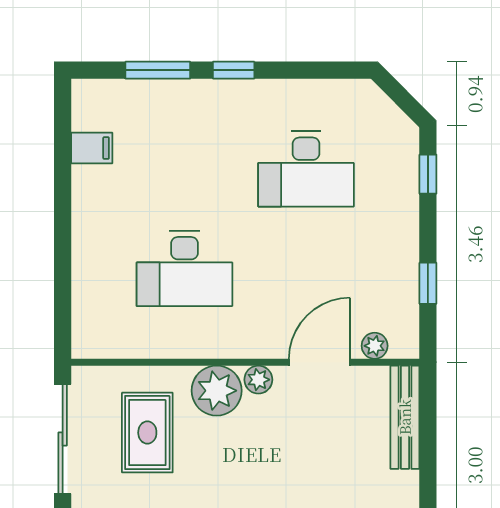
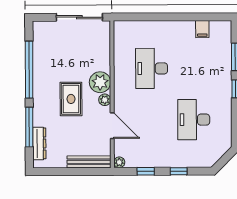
window: (428, 174) -> (179, 171), moved
plant: (375, 346) -> (119, 162), moved
rug: (147, 433) -> (71, 99), moved, turned 90

